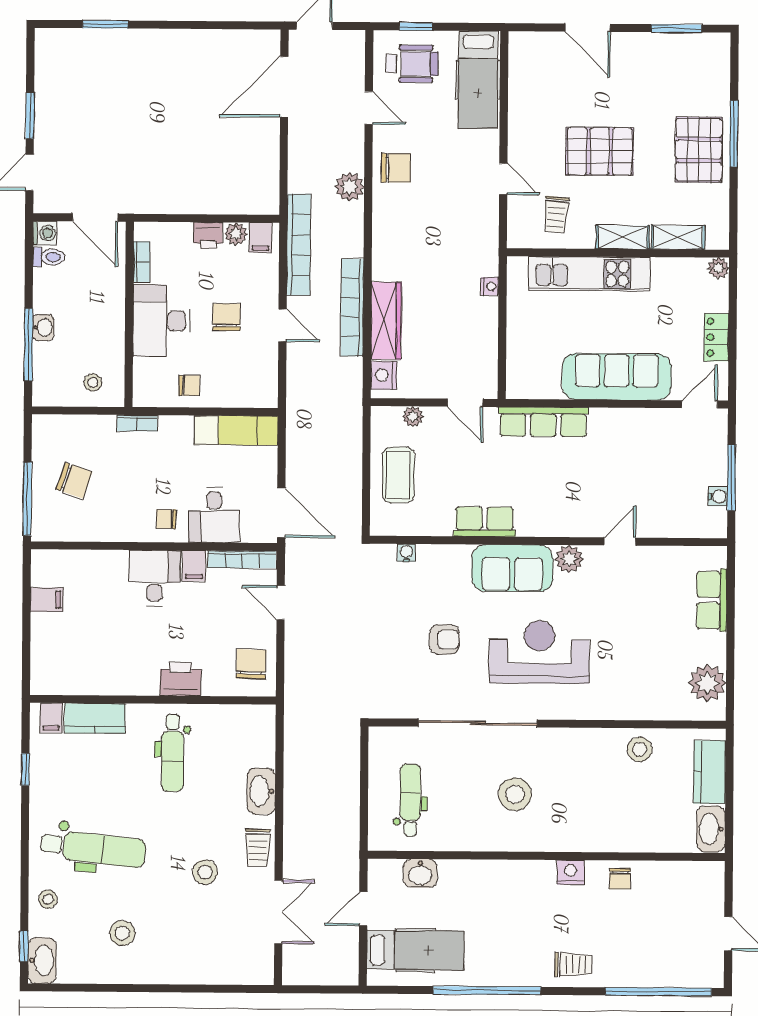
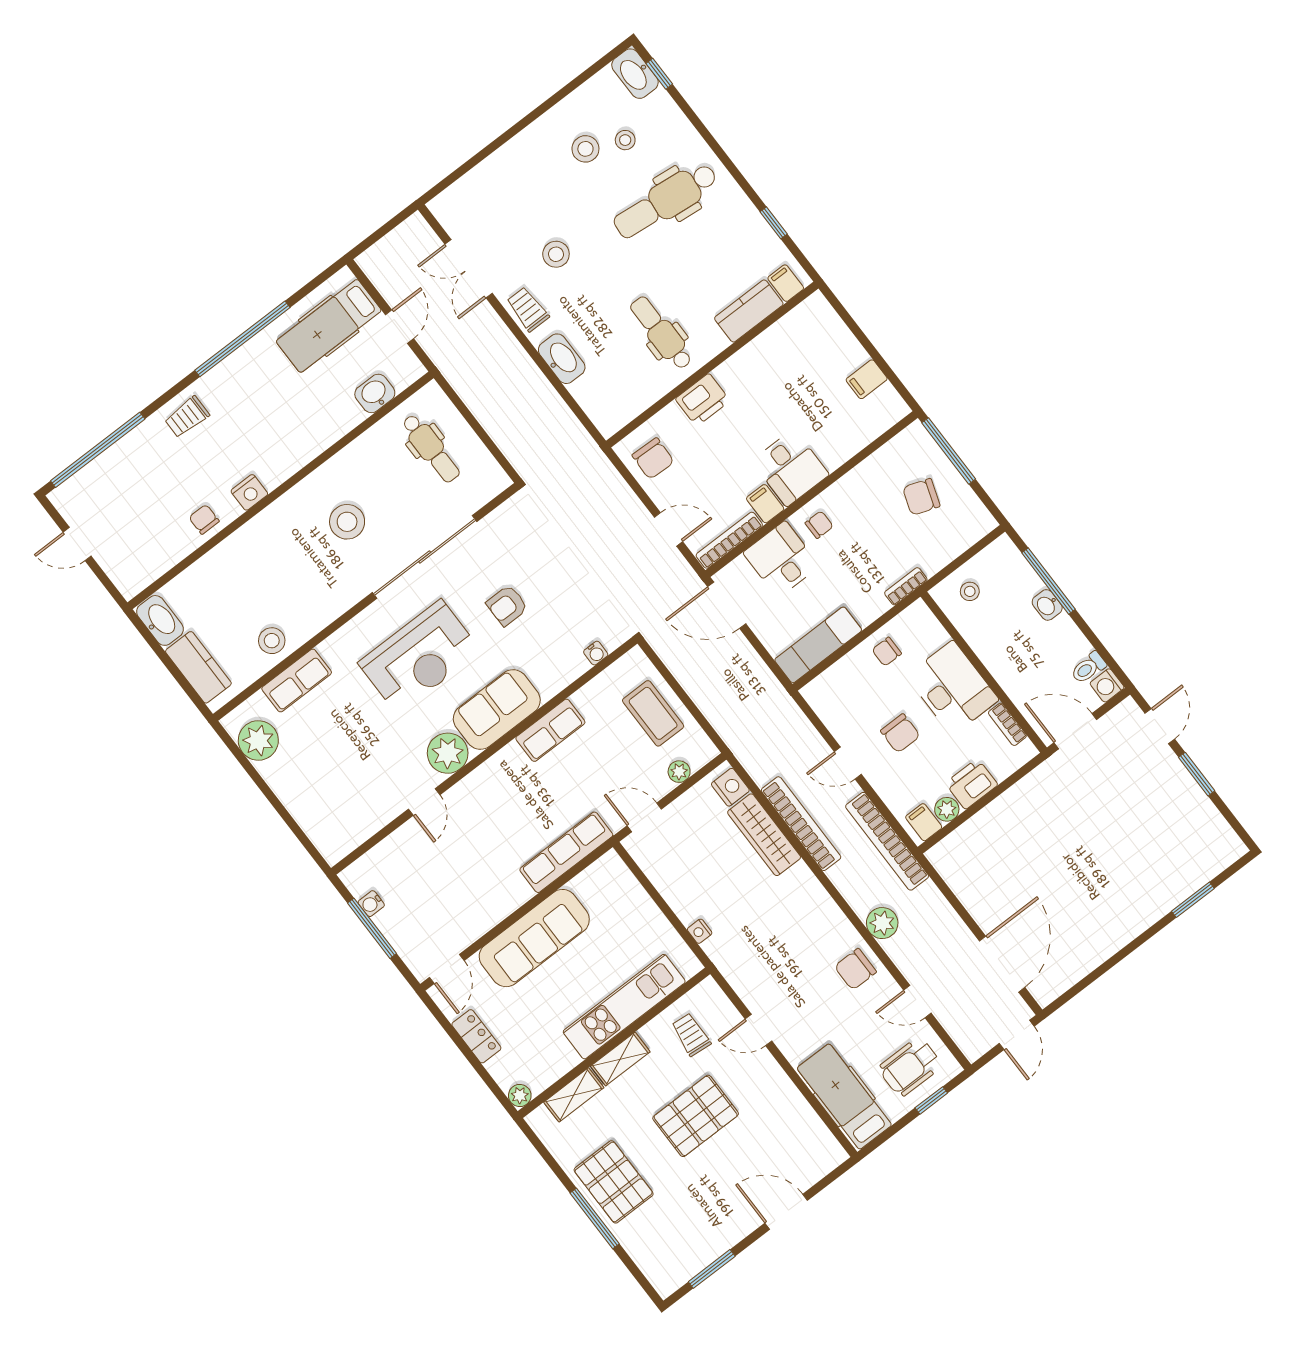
printer: (208, 235) -> (971, 784), width x1.36, depth x1.24
plant: (569, 559) -> (448, 753), width x1.36, depth x1.36
row of seats: (712, 600) -> (297, 681), moved, turned 90
stool: (48, 899) -> (625, 140), moved

